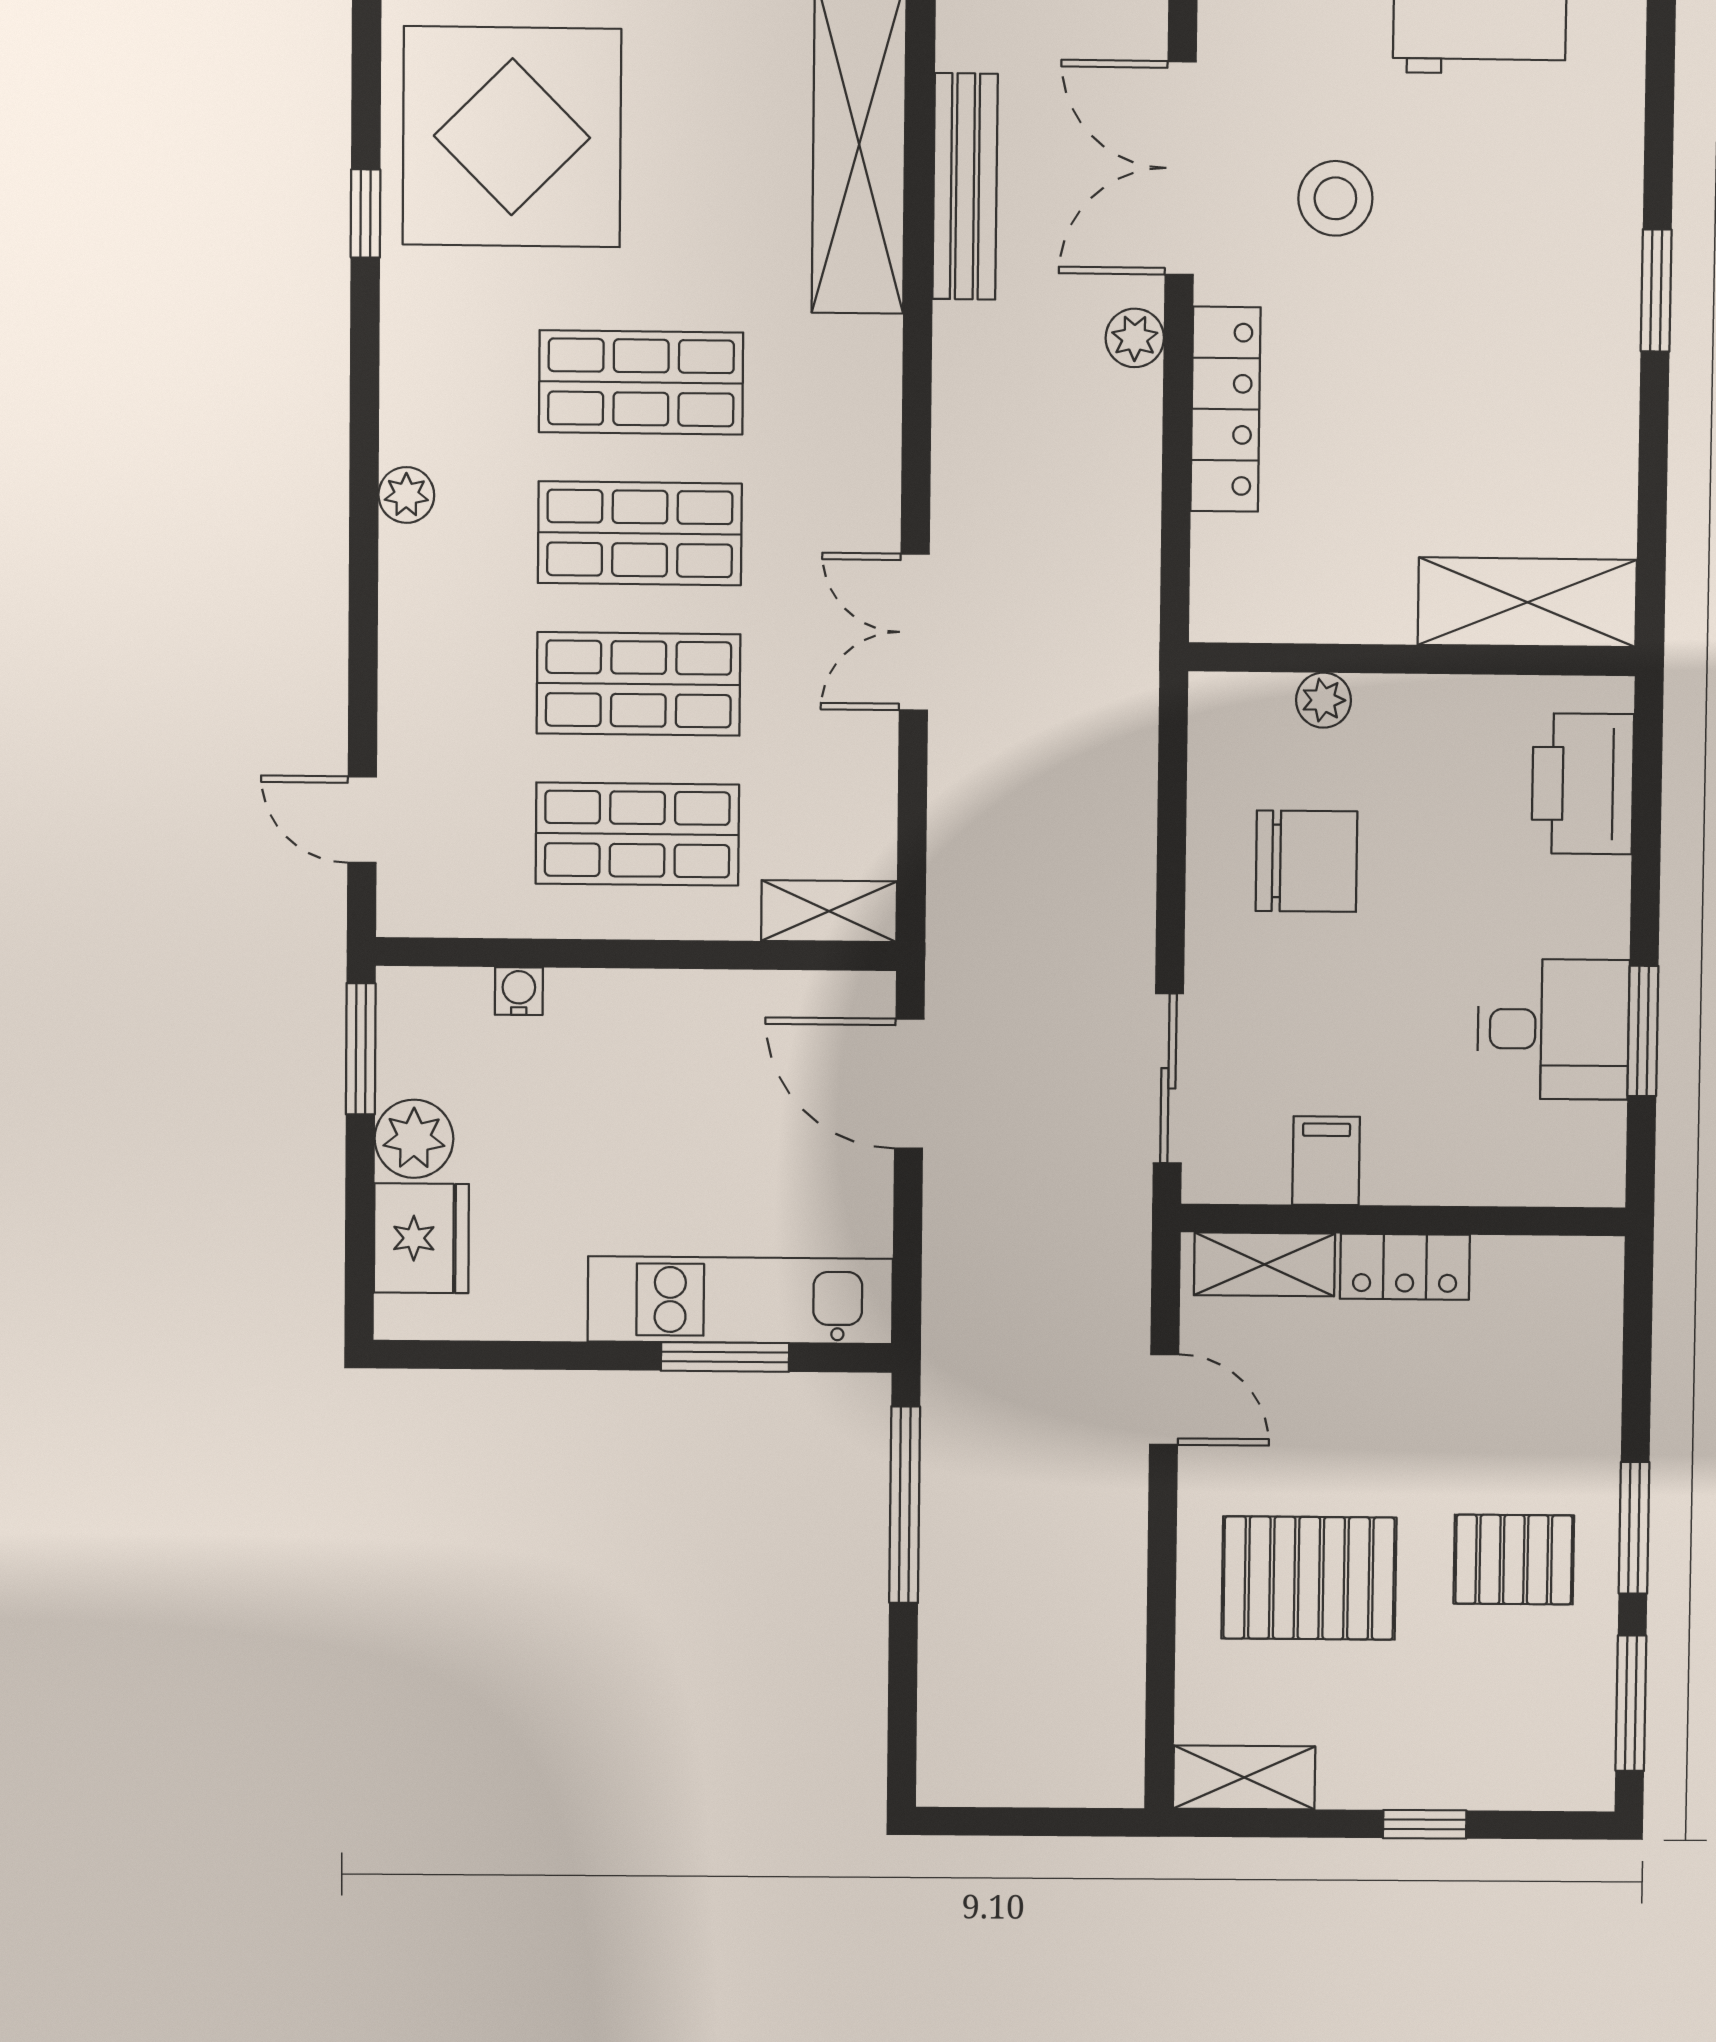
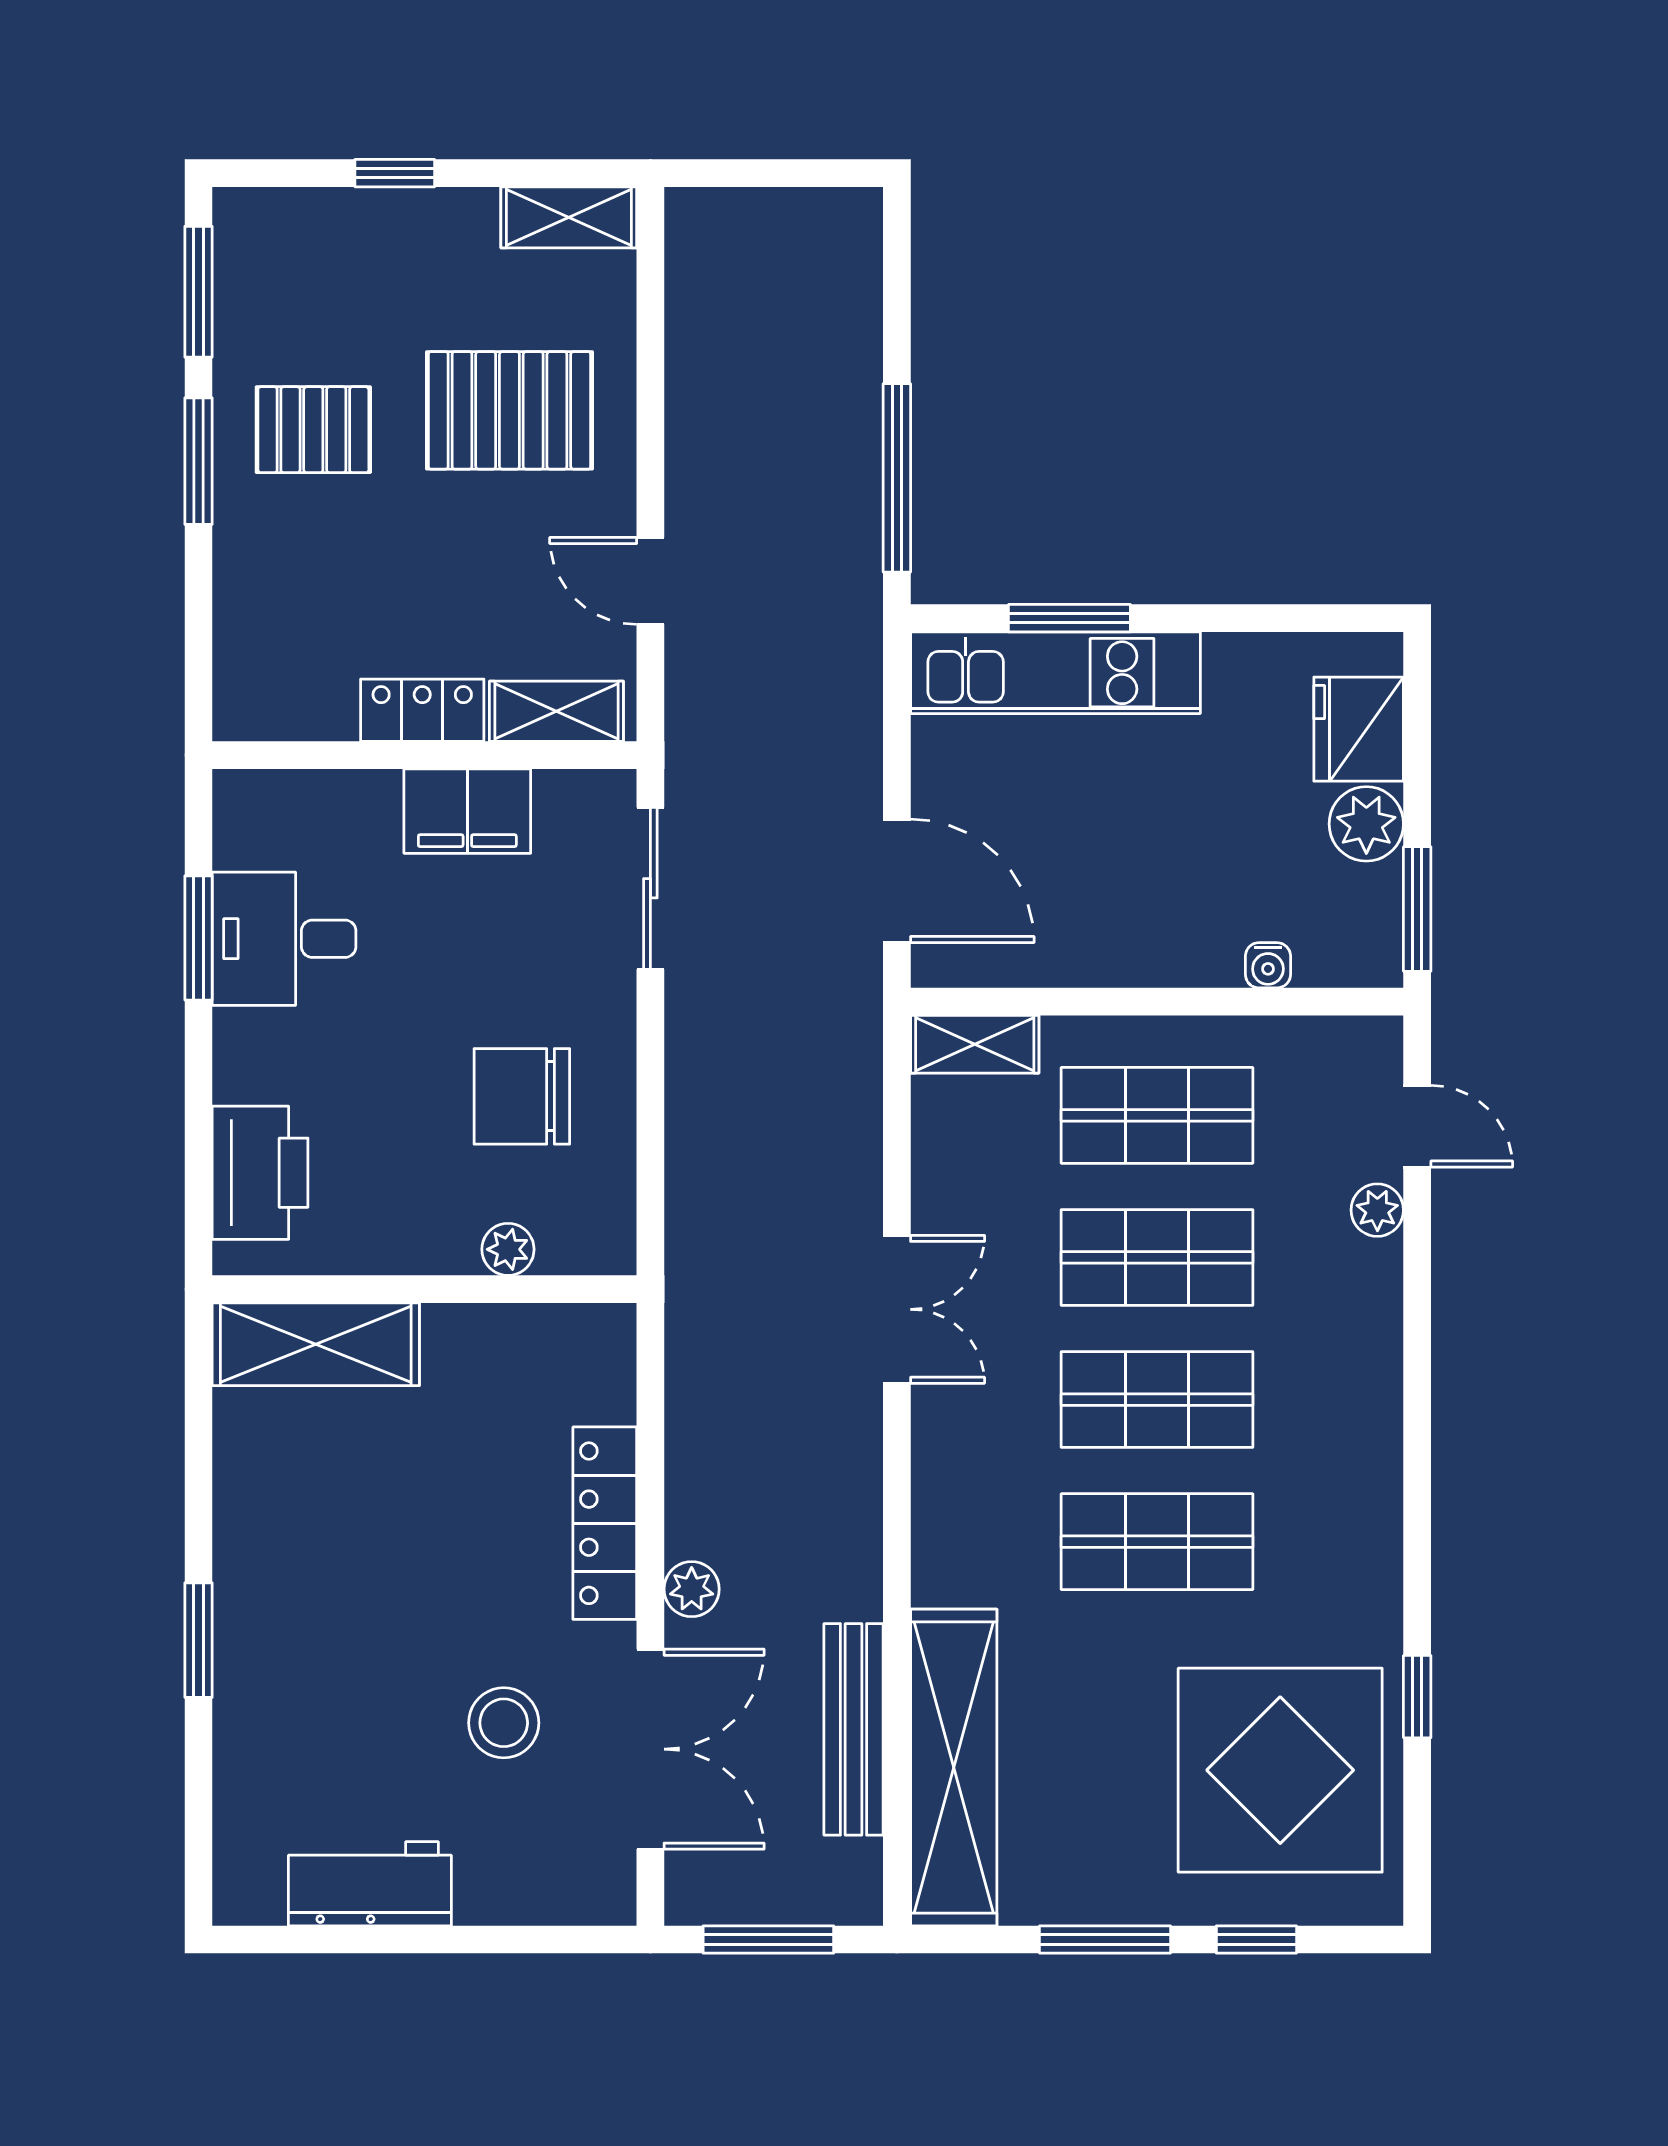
plant: (406, 495) -> (1377, 1210), moved
filing cabinet: (1326, 1161) -> (467, 811), width x2.00

